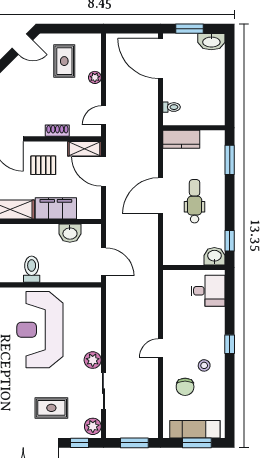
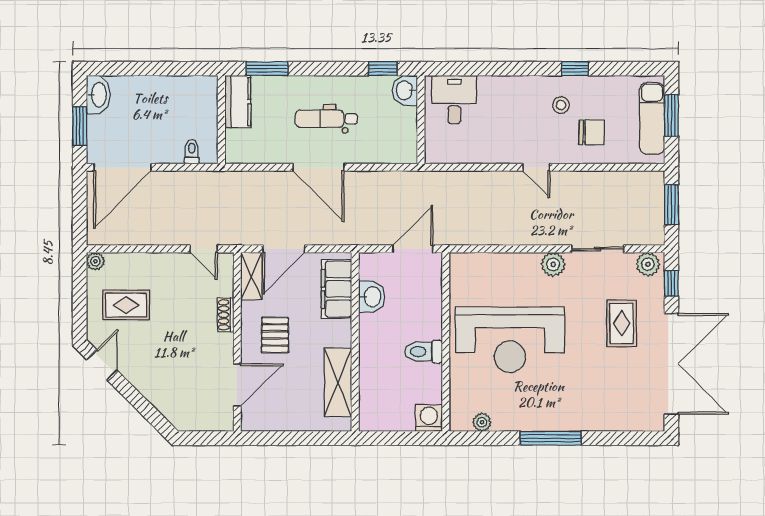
plant: (95, 77) -> (95, 261), moved
kitchen counter: (181, 139) -> (238, 102), moved
filing cabinet: (56, 208) -> (336, 289), moved
window: (230, 344) -> (575, 69), moved

